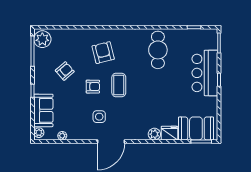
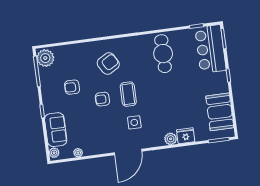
armchair: (103, 53) -> (108, 64), turned 74
armchair: (65, 71) -> (72, 87), turned -139
bar counter: (205, 73) -> (210, 49), moved
armchair: (93, 87) -> (102, 99), turned 180
side table: (99, 117) -> (134, 122), moved
booth: (196, 128) -> (220, 112), moved, turned 90

